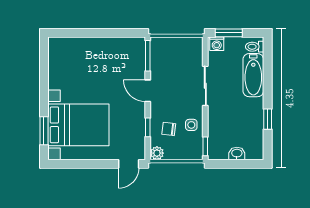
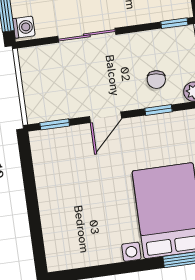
window: (148, 56) -> (55, 124), width x0.67
side table: (191, 125) -> (146, 48), removed

